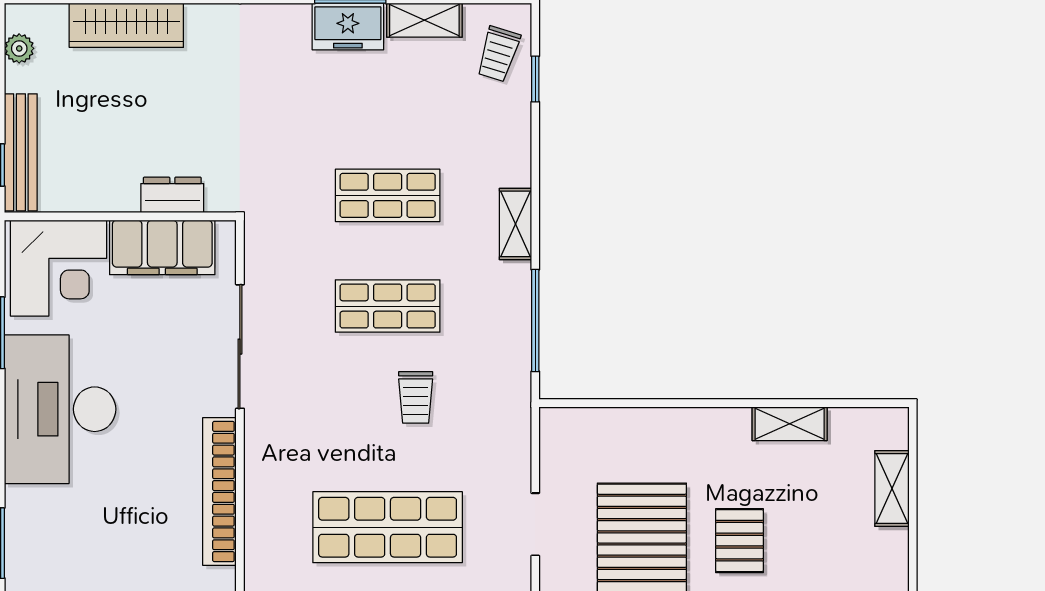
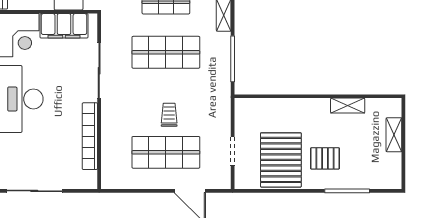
shop shelf: (388, 306) -> (166, 52), width x1.43, depth x1.36
trolley: (416, 397) -> (169, 115), moved, turned 180
pallet: (739, 541) -> (325, 158), turned 90

